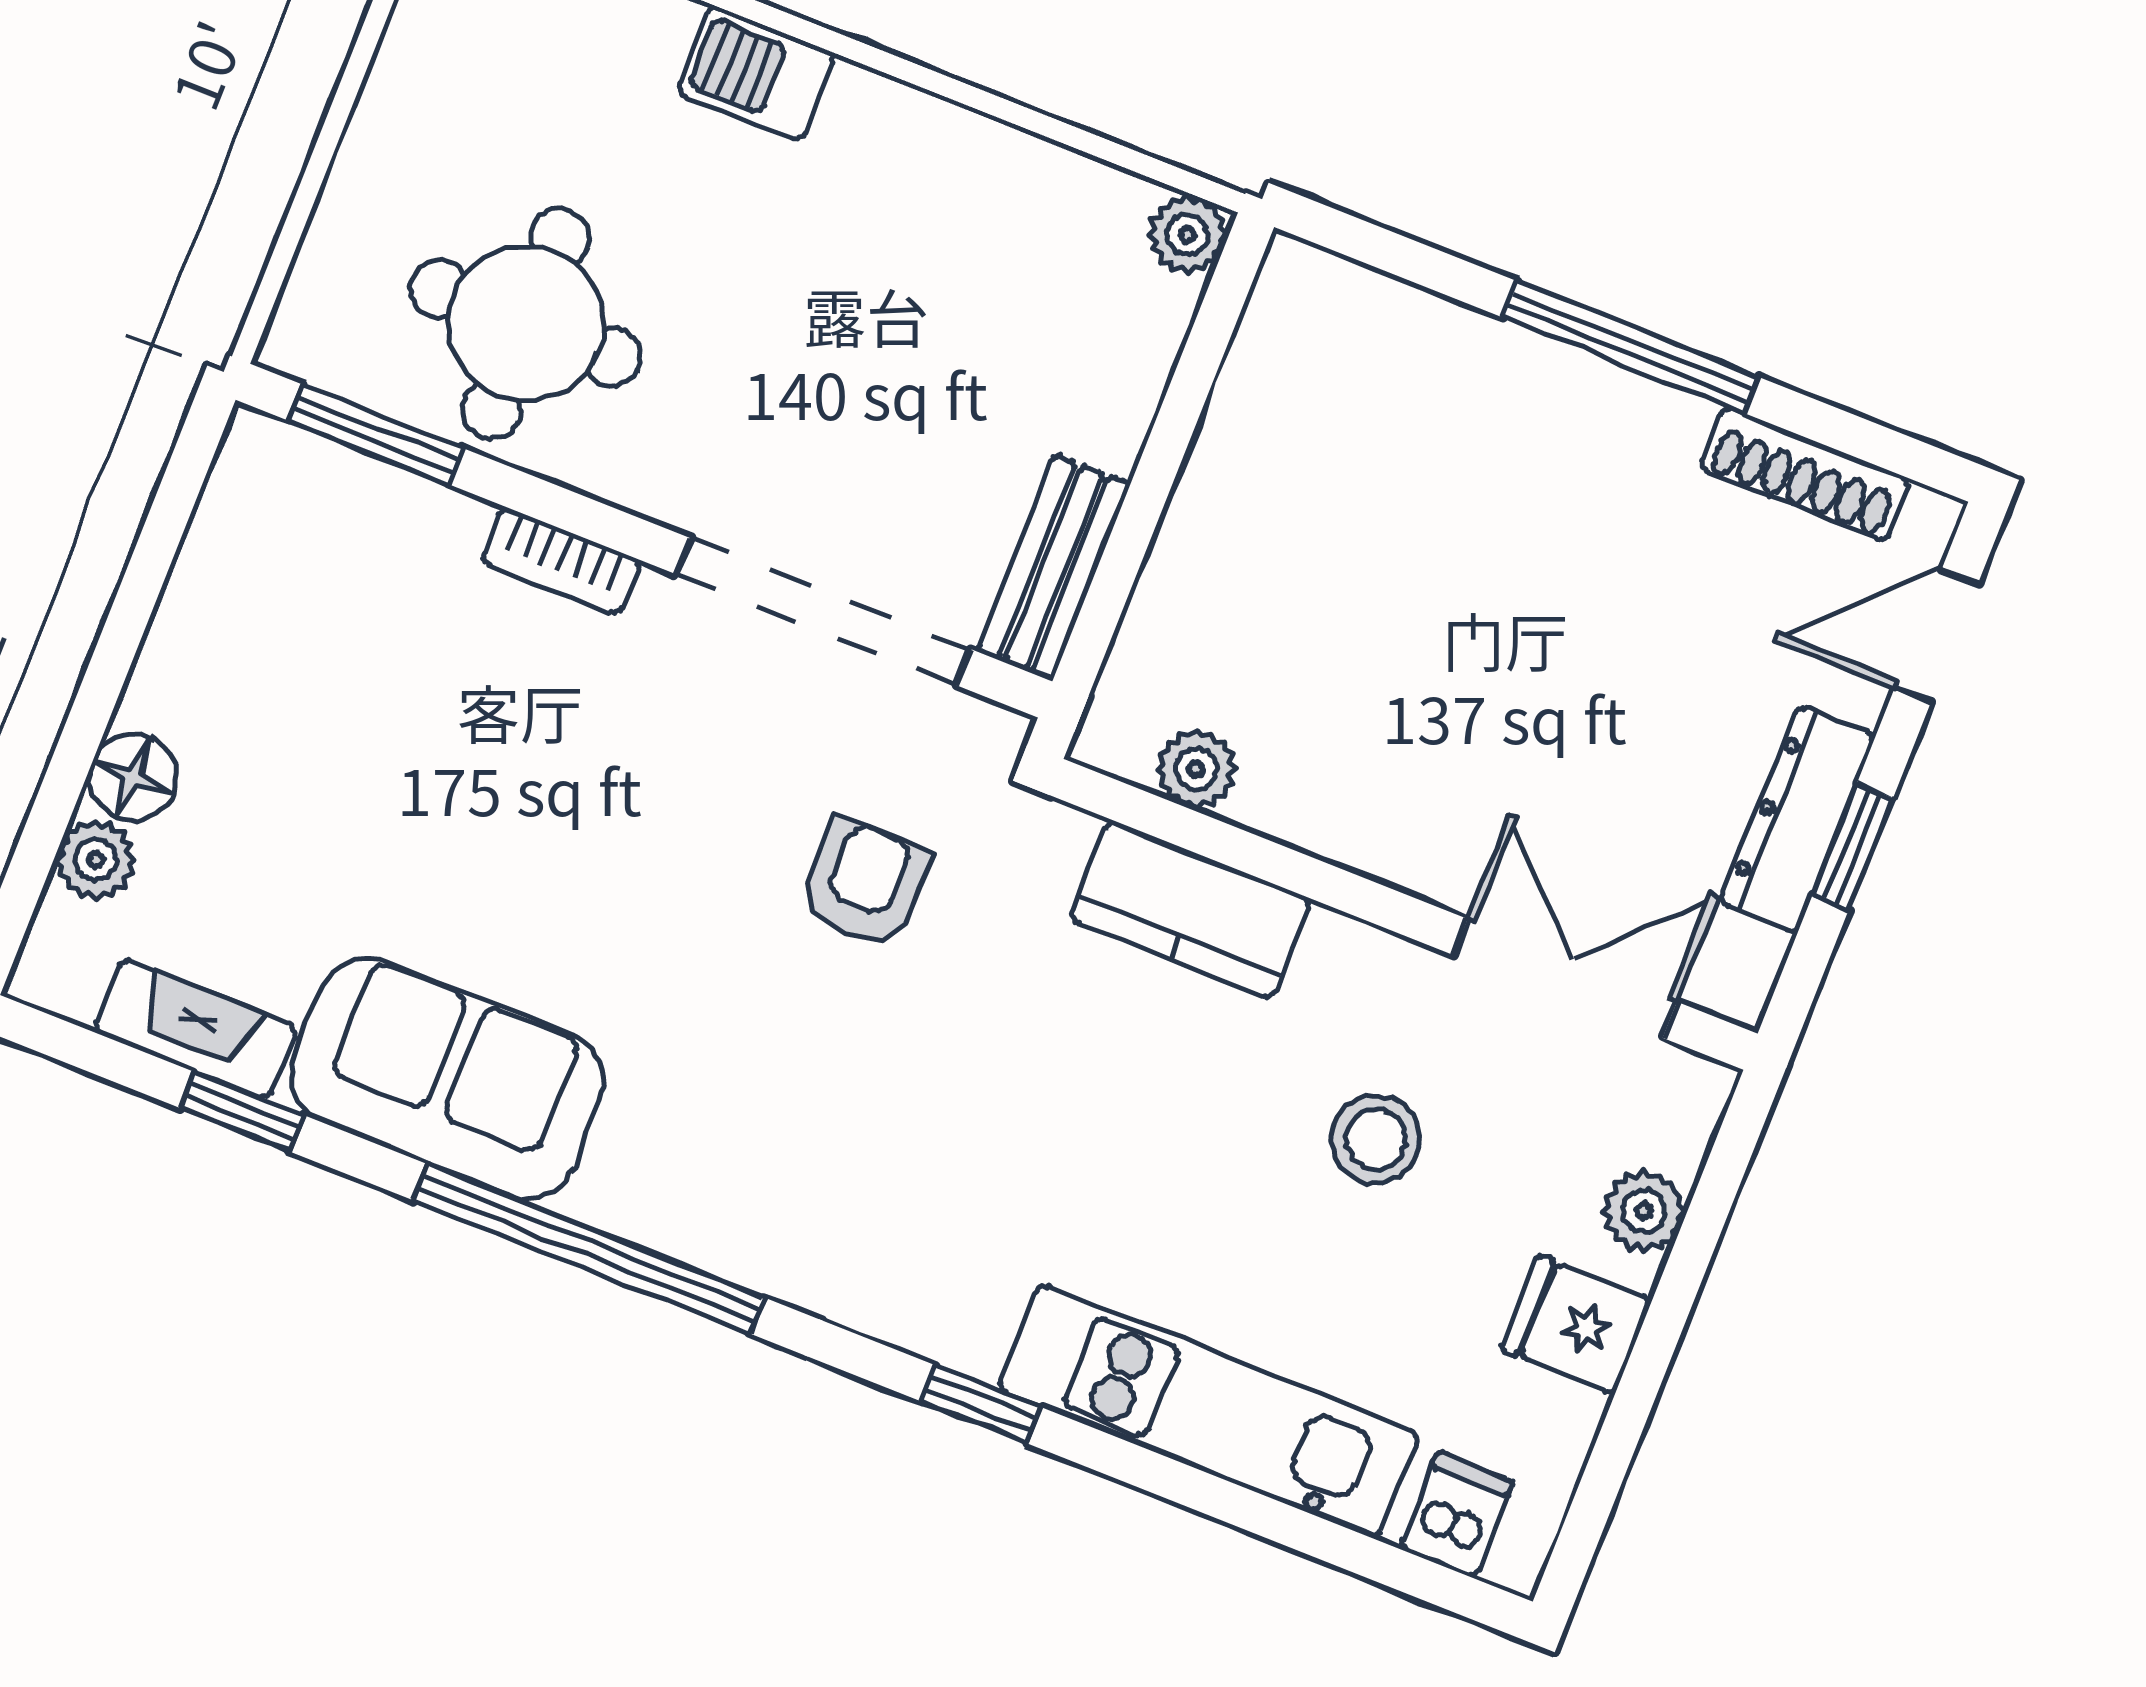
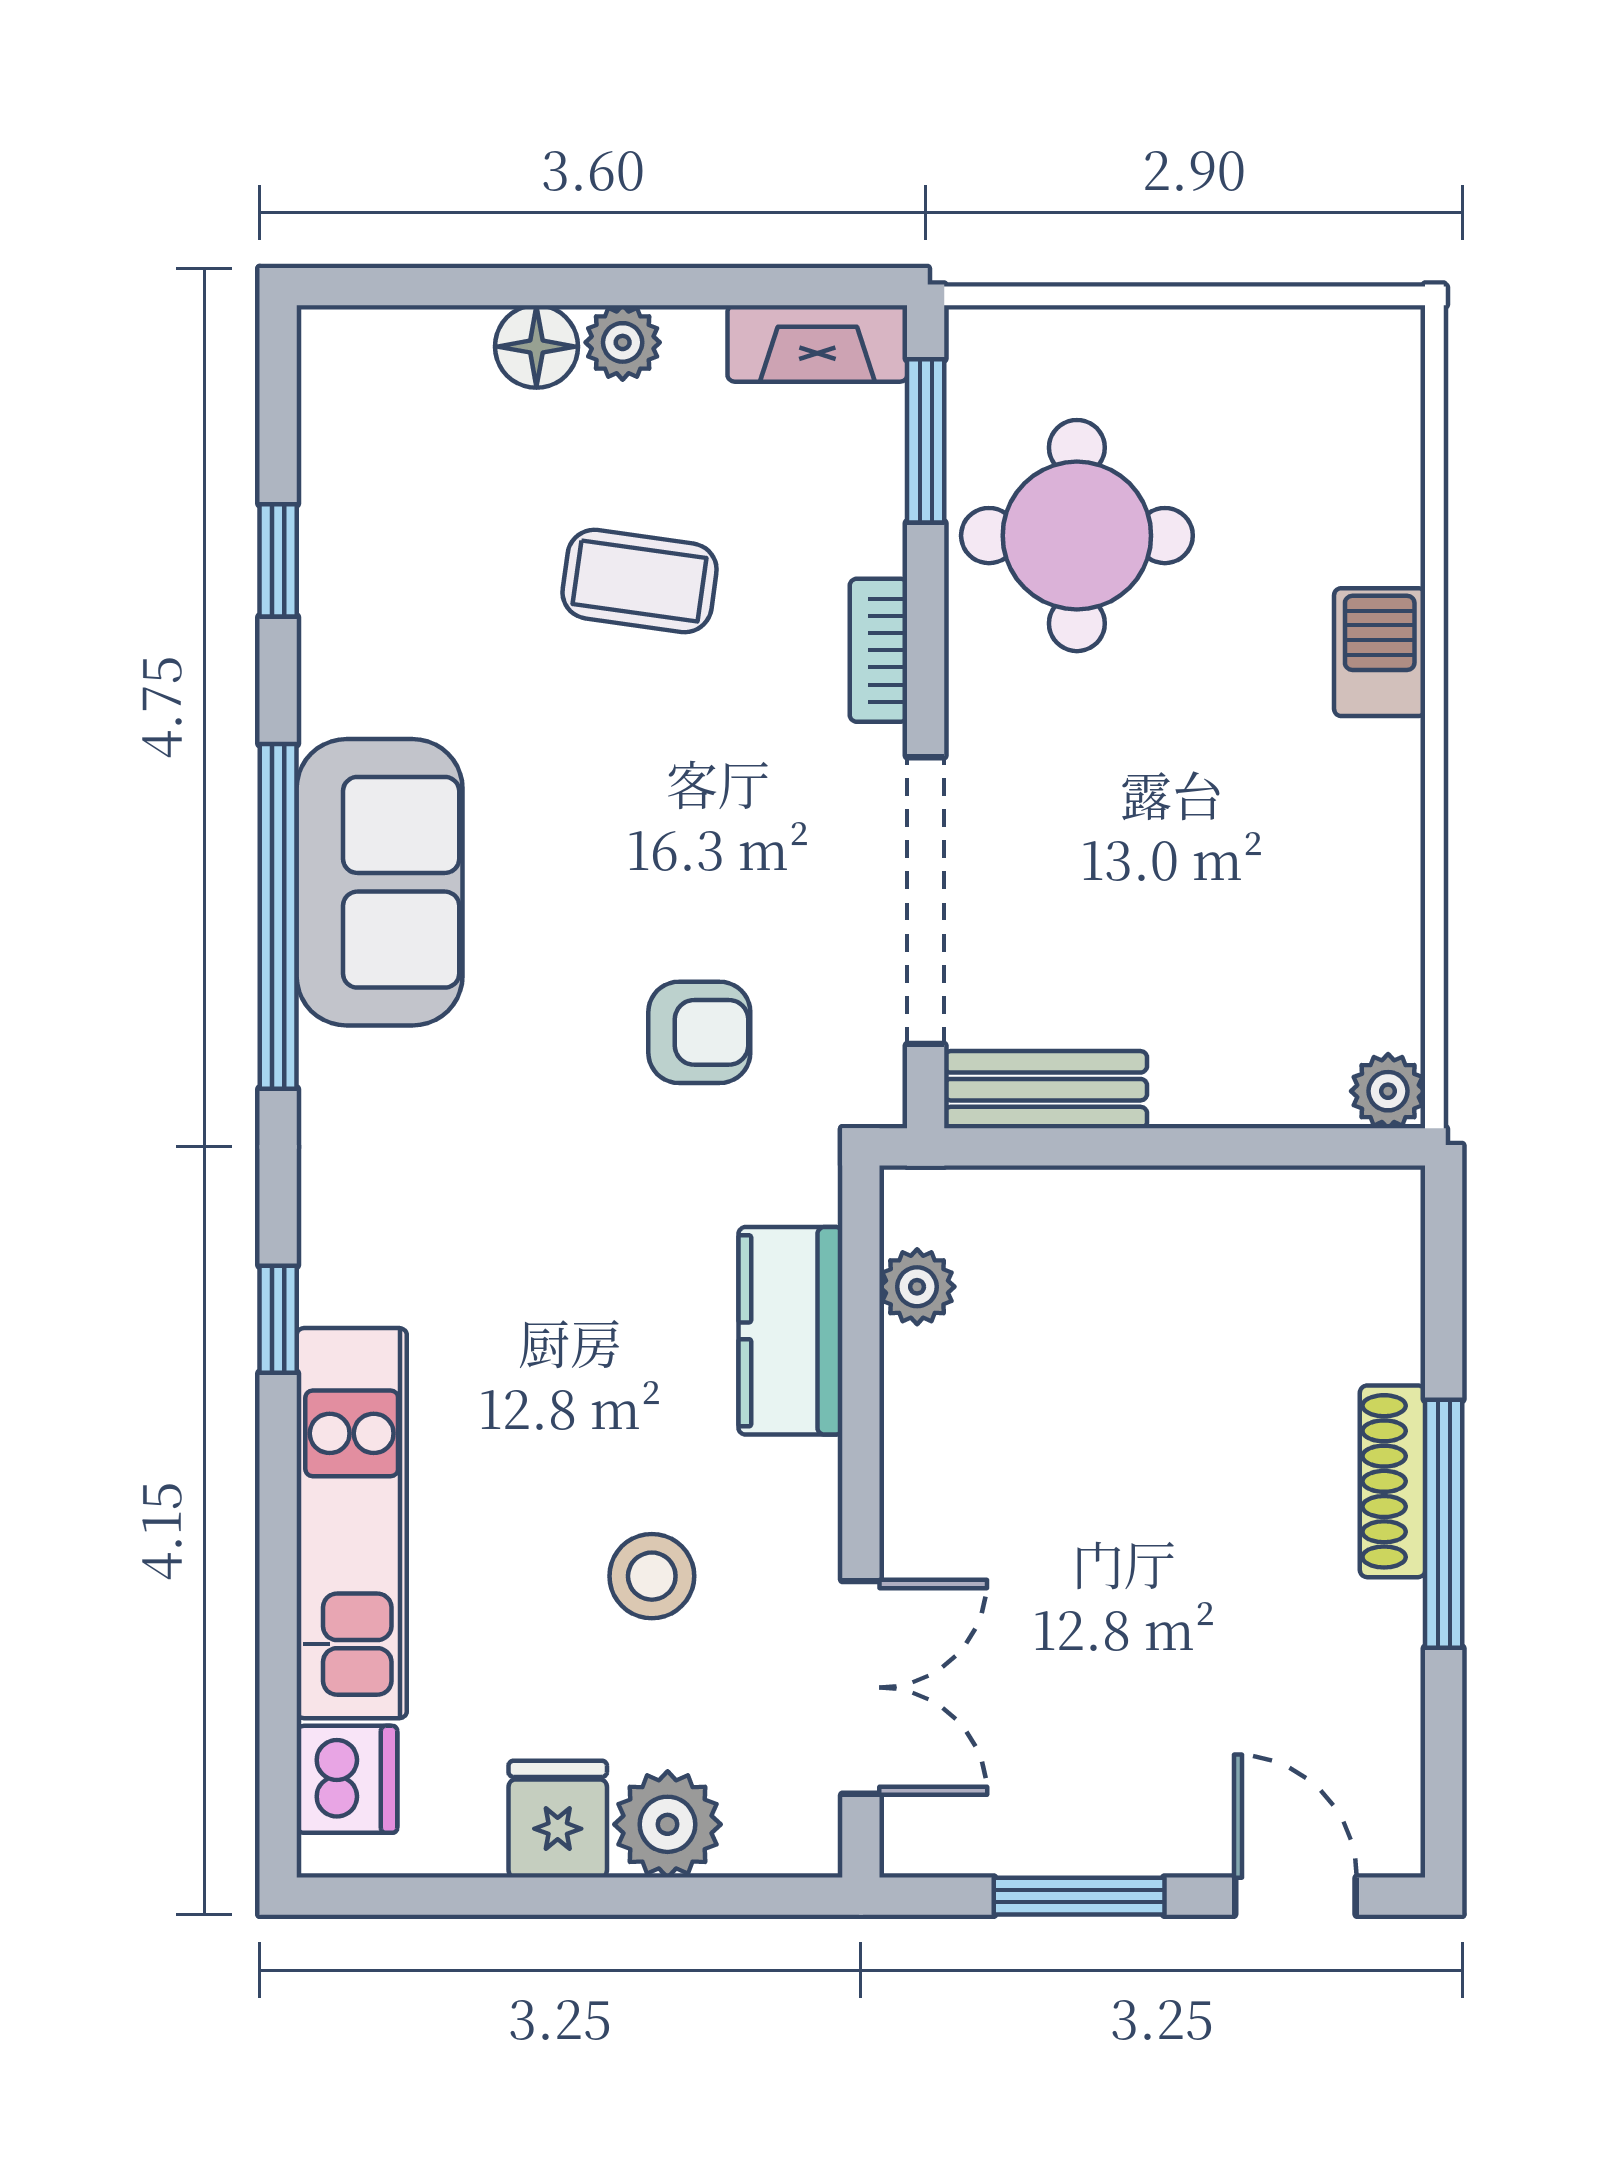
shoe rack: (1805, 474) -> (1393, 1481), moved
coffee table: (401, 767) -> (640, 581), added
dresser: (1798, 819) -> (1084, 1838), removed
window: (1853, 846) -> (1079, 1896), width x1.50
plant: (96, 860) -> (623, 342), moved
fireplace: (195, 1029) -> (817, 343), moved, turned 90
sofa: (447, 1079) -> (380, 882), moved
plant: (1644, 1211) -> (668, 1824), width x1.38, depth x1.38
dishwasher: (1456, 1515) -> (347, 1779), width x1.38

